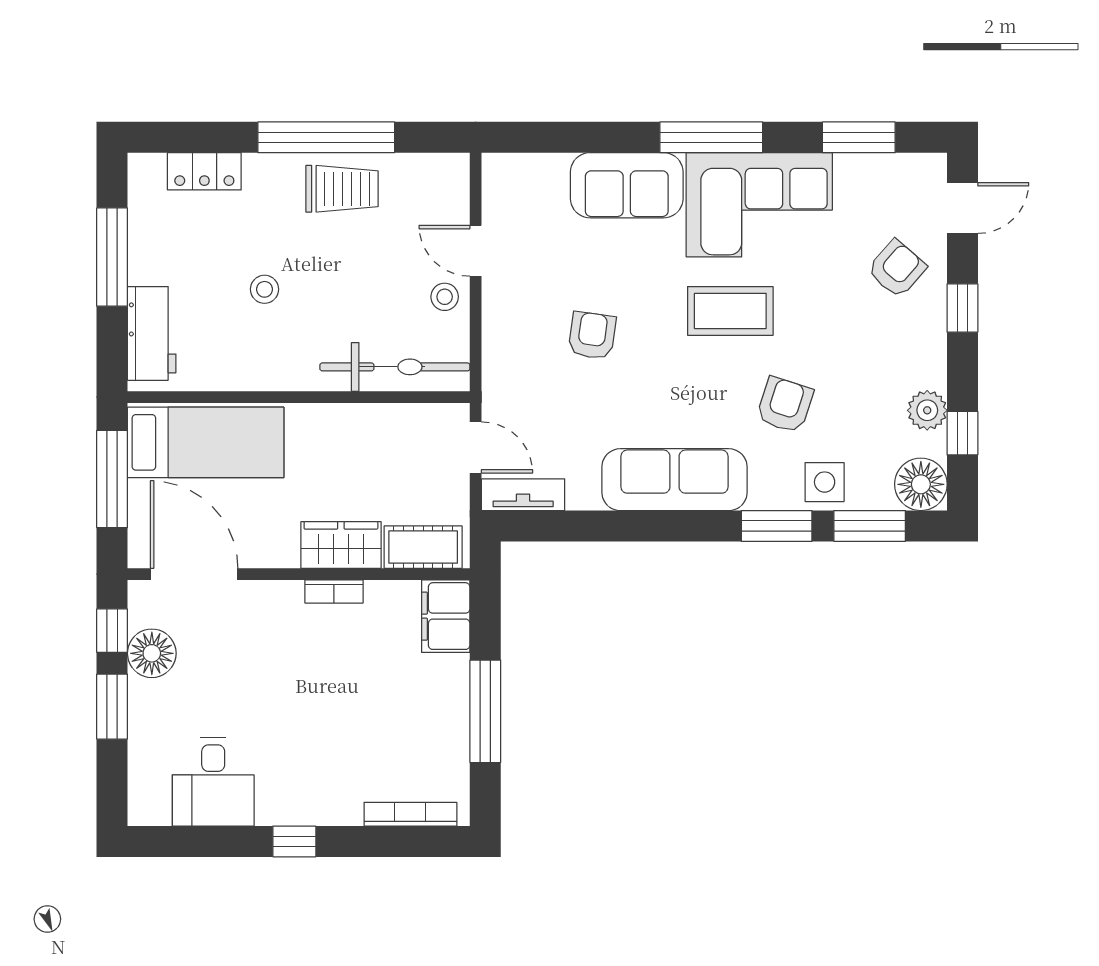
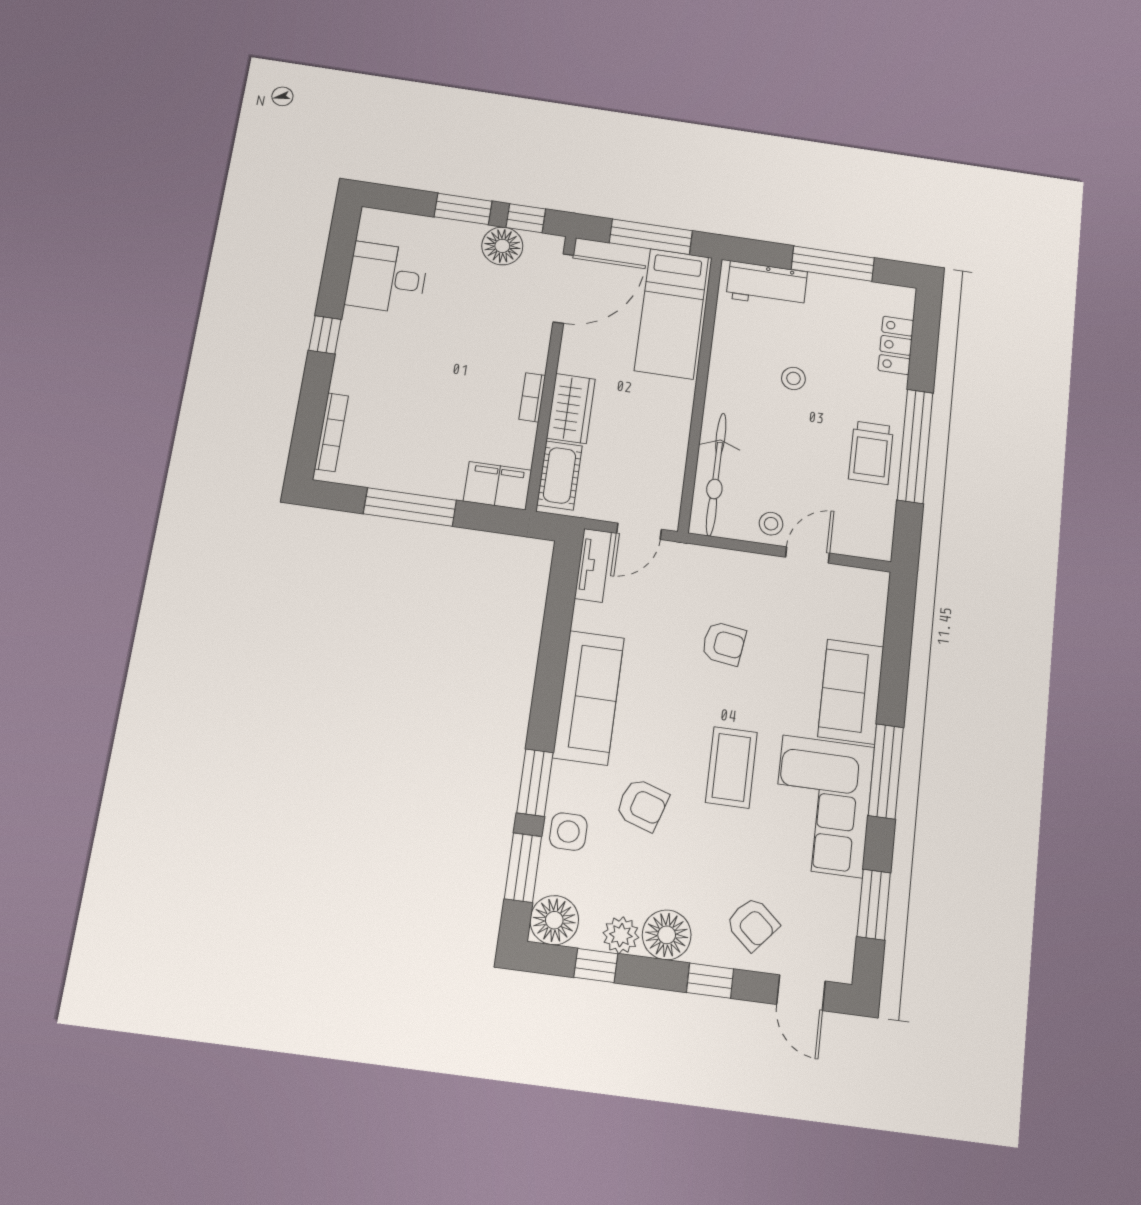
floor lamp: (921, 361) -> (667, 935), added

